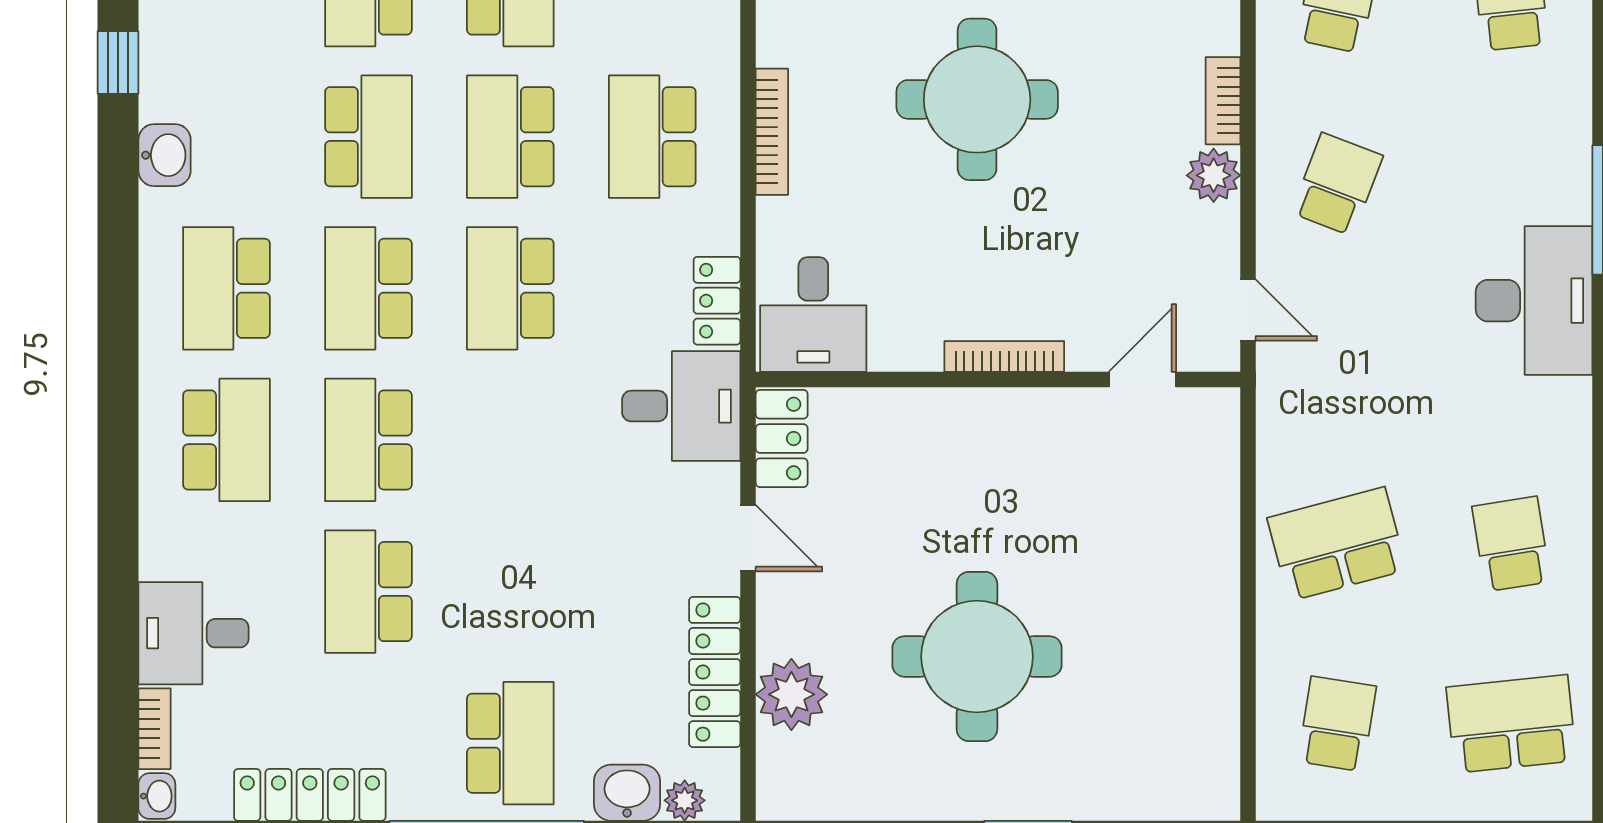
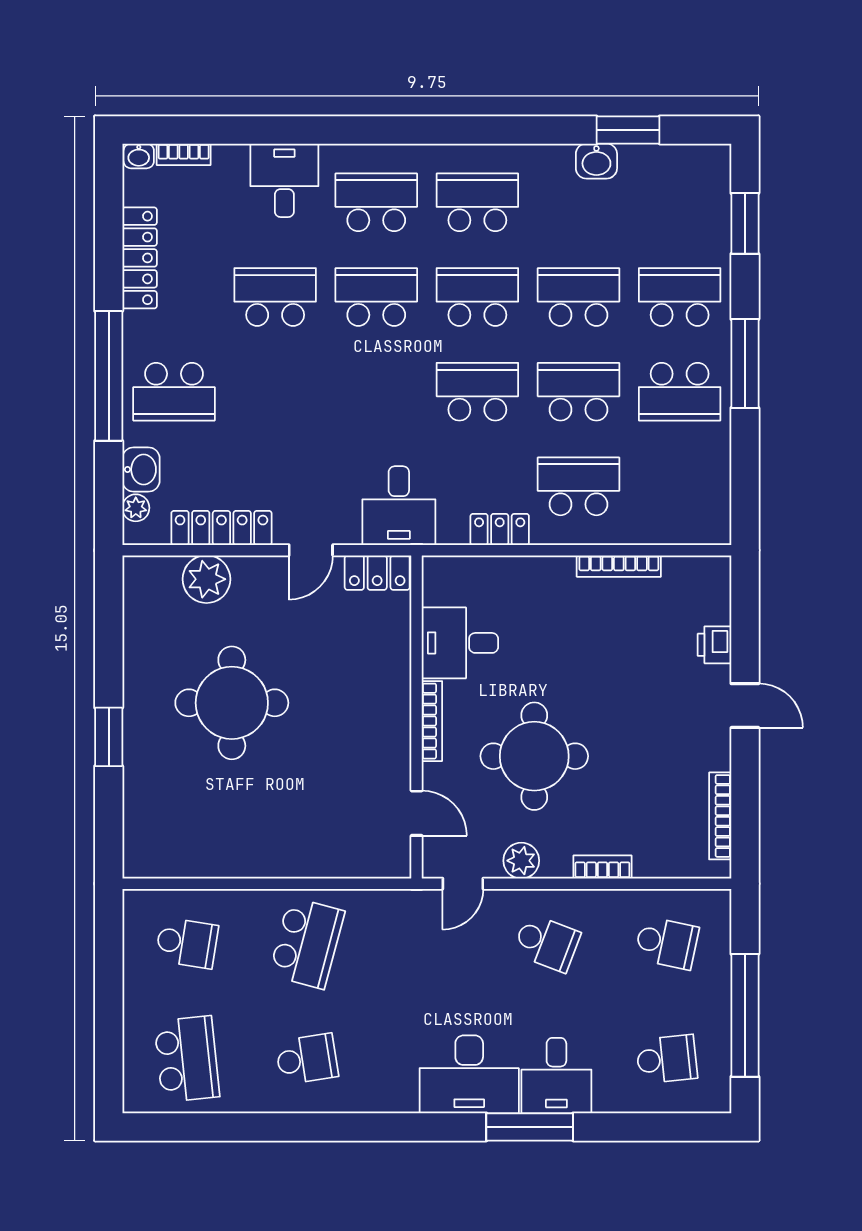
window: (118, 62) -> (628, 130), width x1.50
round table: (977, 99) -> (534, 756), moved
bookcase: (772, 132) -> (619, 566), moved
school desk: (368, 137) -> (578, 297), turned 180
washbasin: (165, 155) -> (596, 161), moved
desk: (1536, 170) -> (556, 1076), added
plant: (1214, 175) -> (521, 861), moved
locker: (717, 301) -> (500, 529), moved
desk: (813, 314) -> (460, 643), moved
school desk: (226, 440) -> (376, 202), turned 180
school desk: (1337, 544) -> (307, 943), turned 30
desk: (193, 633) -> (284, 180), moved

